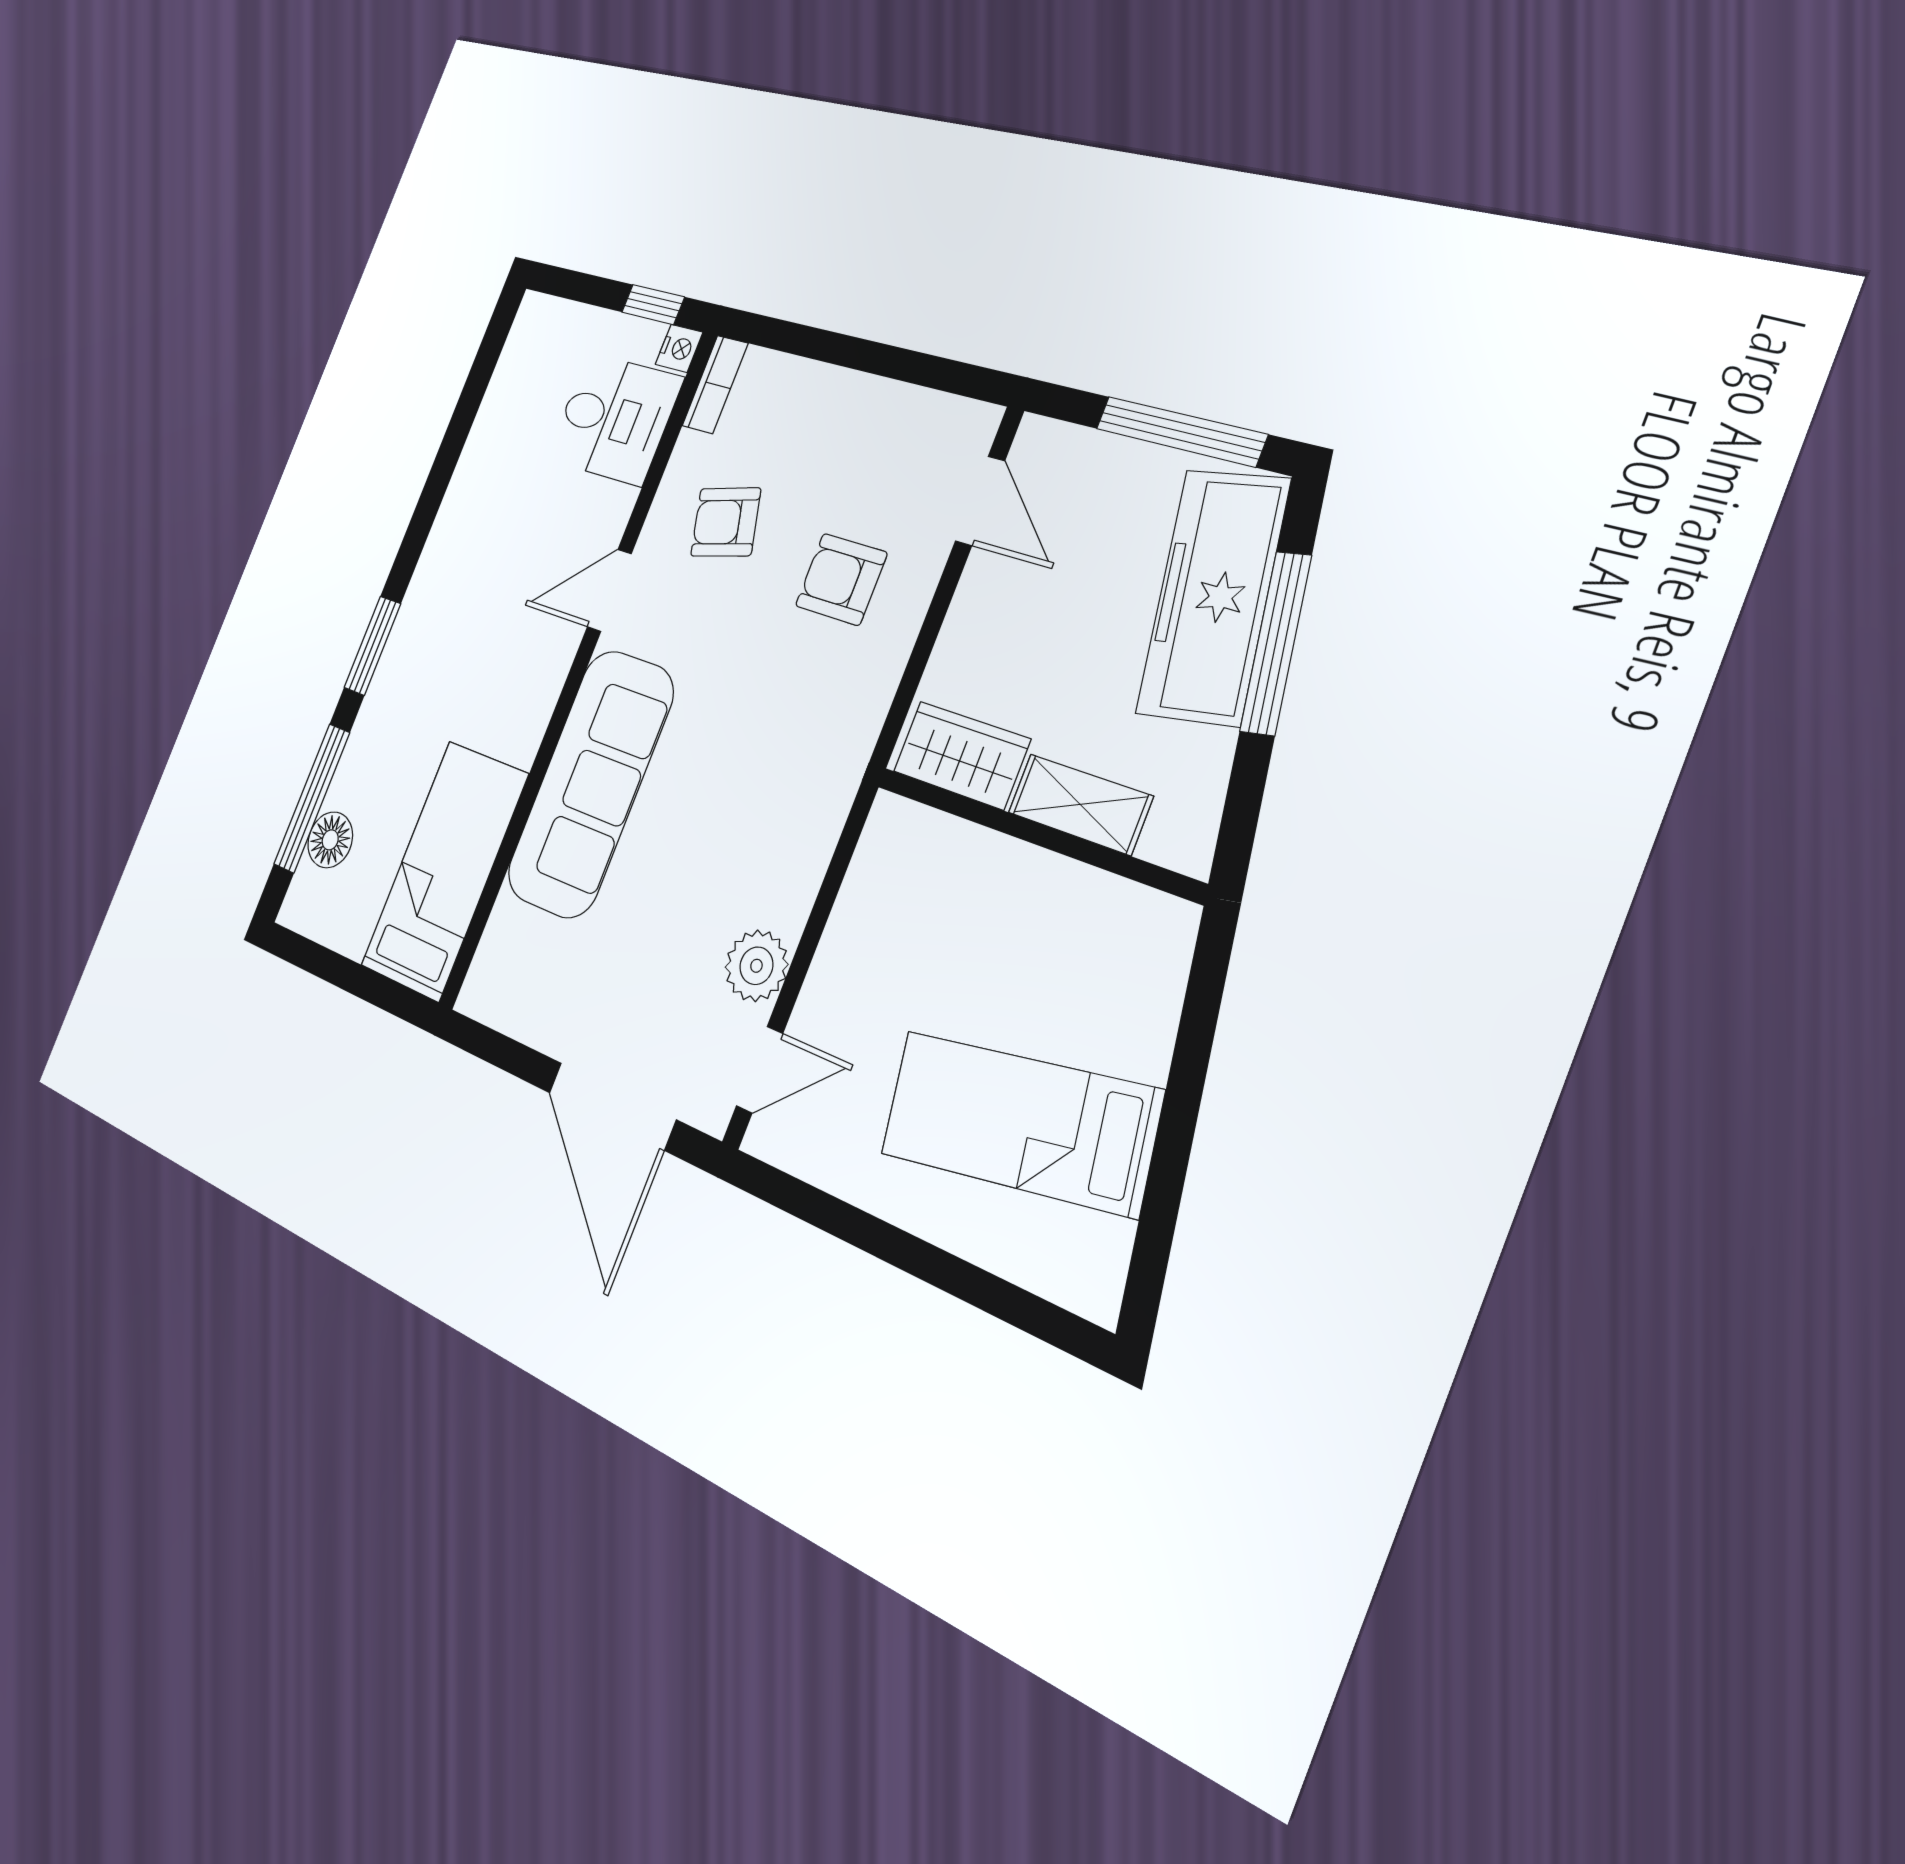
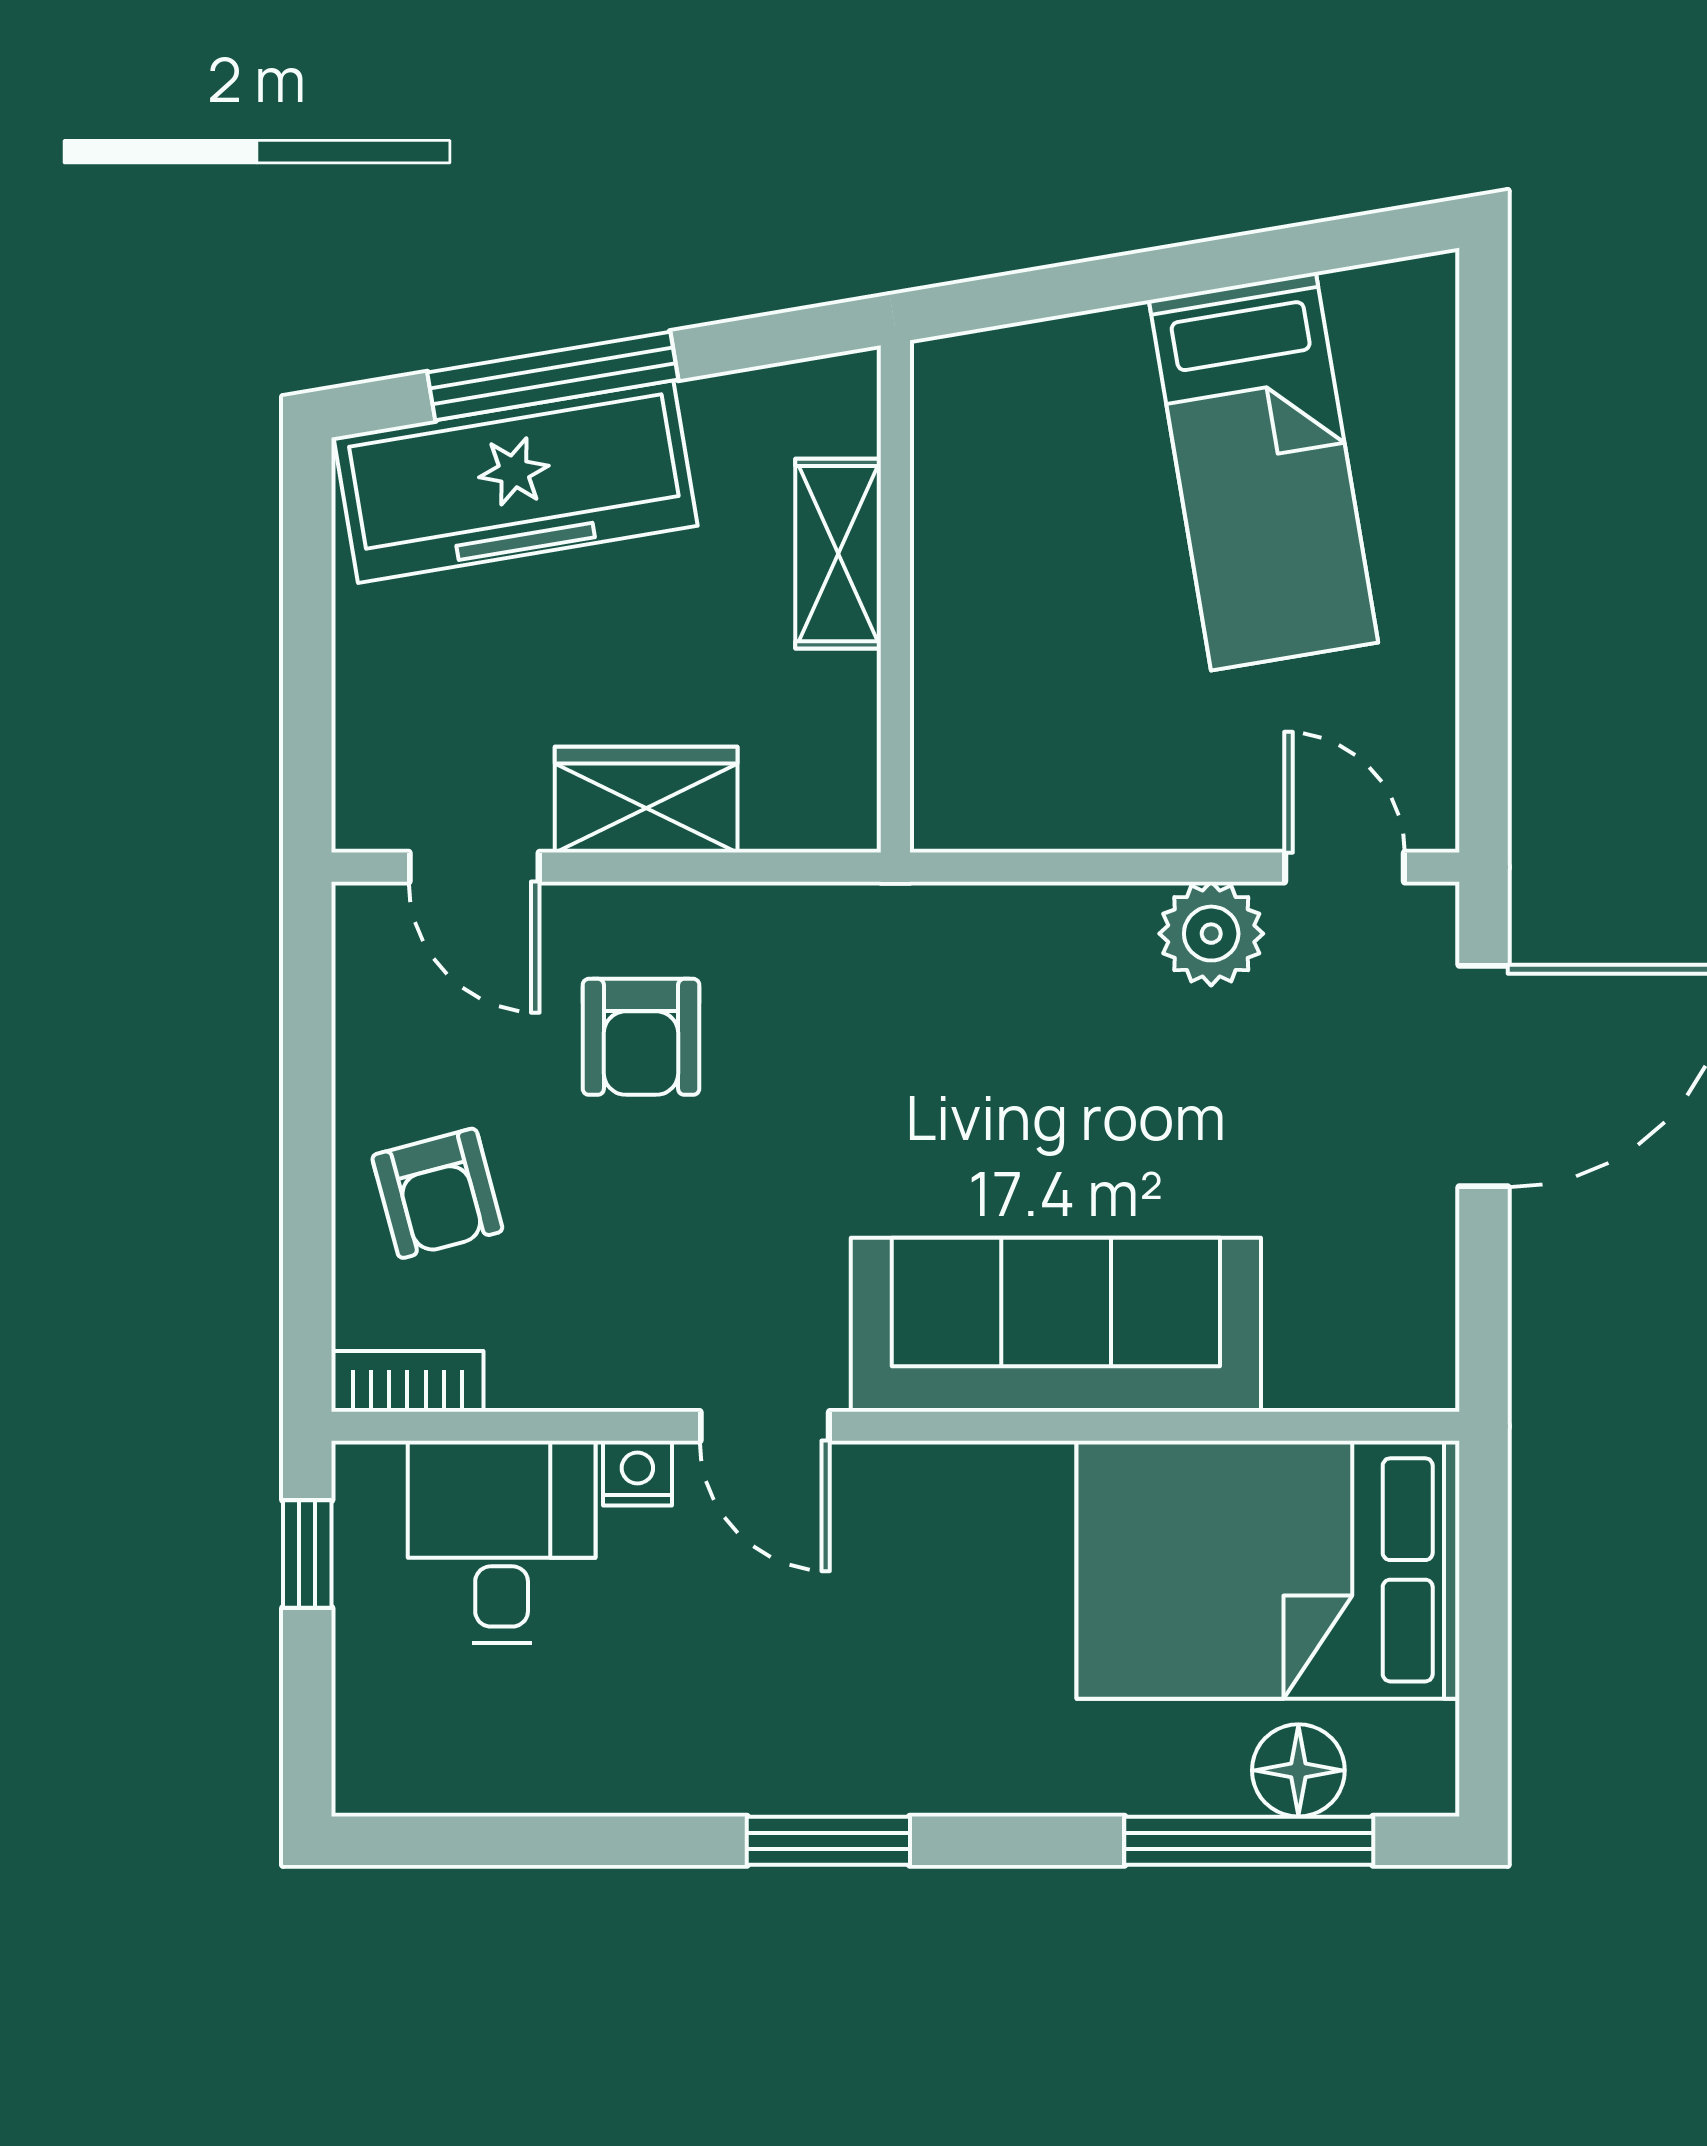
nightstand: (679, 348) -> (637, 1473), moved
window: (1181, 431) -> (307, 612), removed
door: (980, 501) -> (474, 867), swing flipped
armchair: (726, 522) -> (437, 1193), moved
window: (372, 646) -> (828, 1841), moved
wardrobe: (962, 755) -> (646, 800), moved, turned 90
bed: (444, 870) -> (1268, 1570), width x1.50

